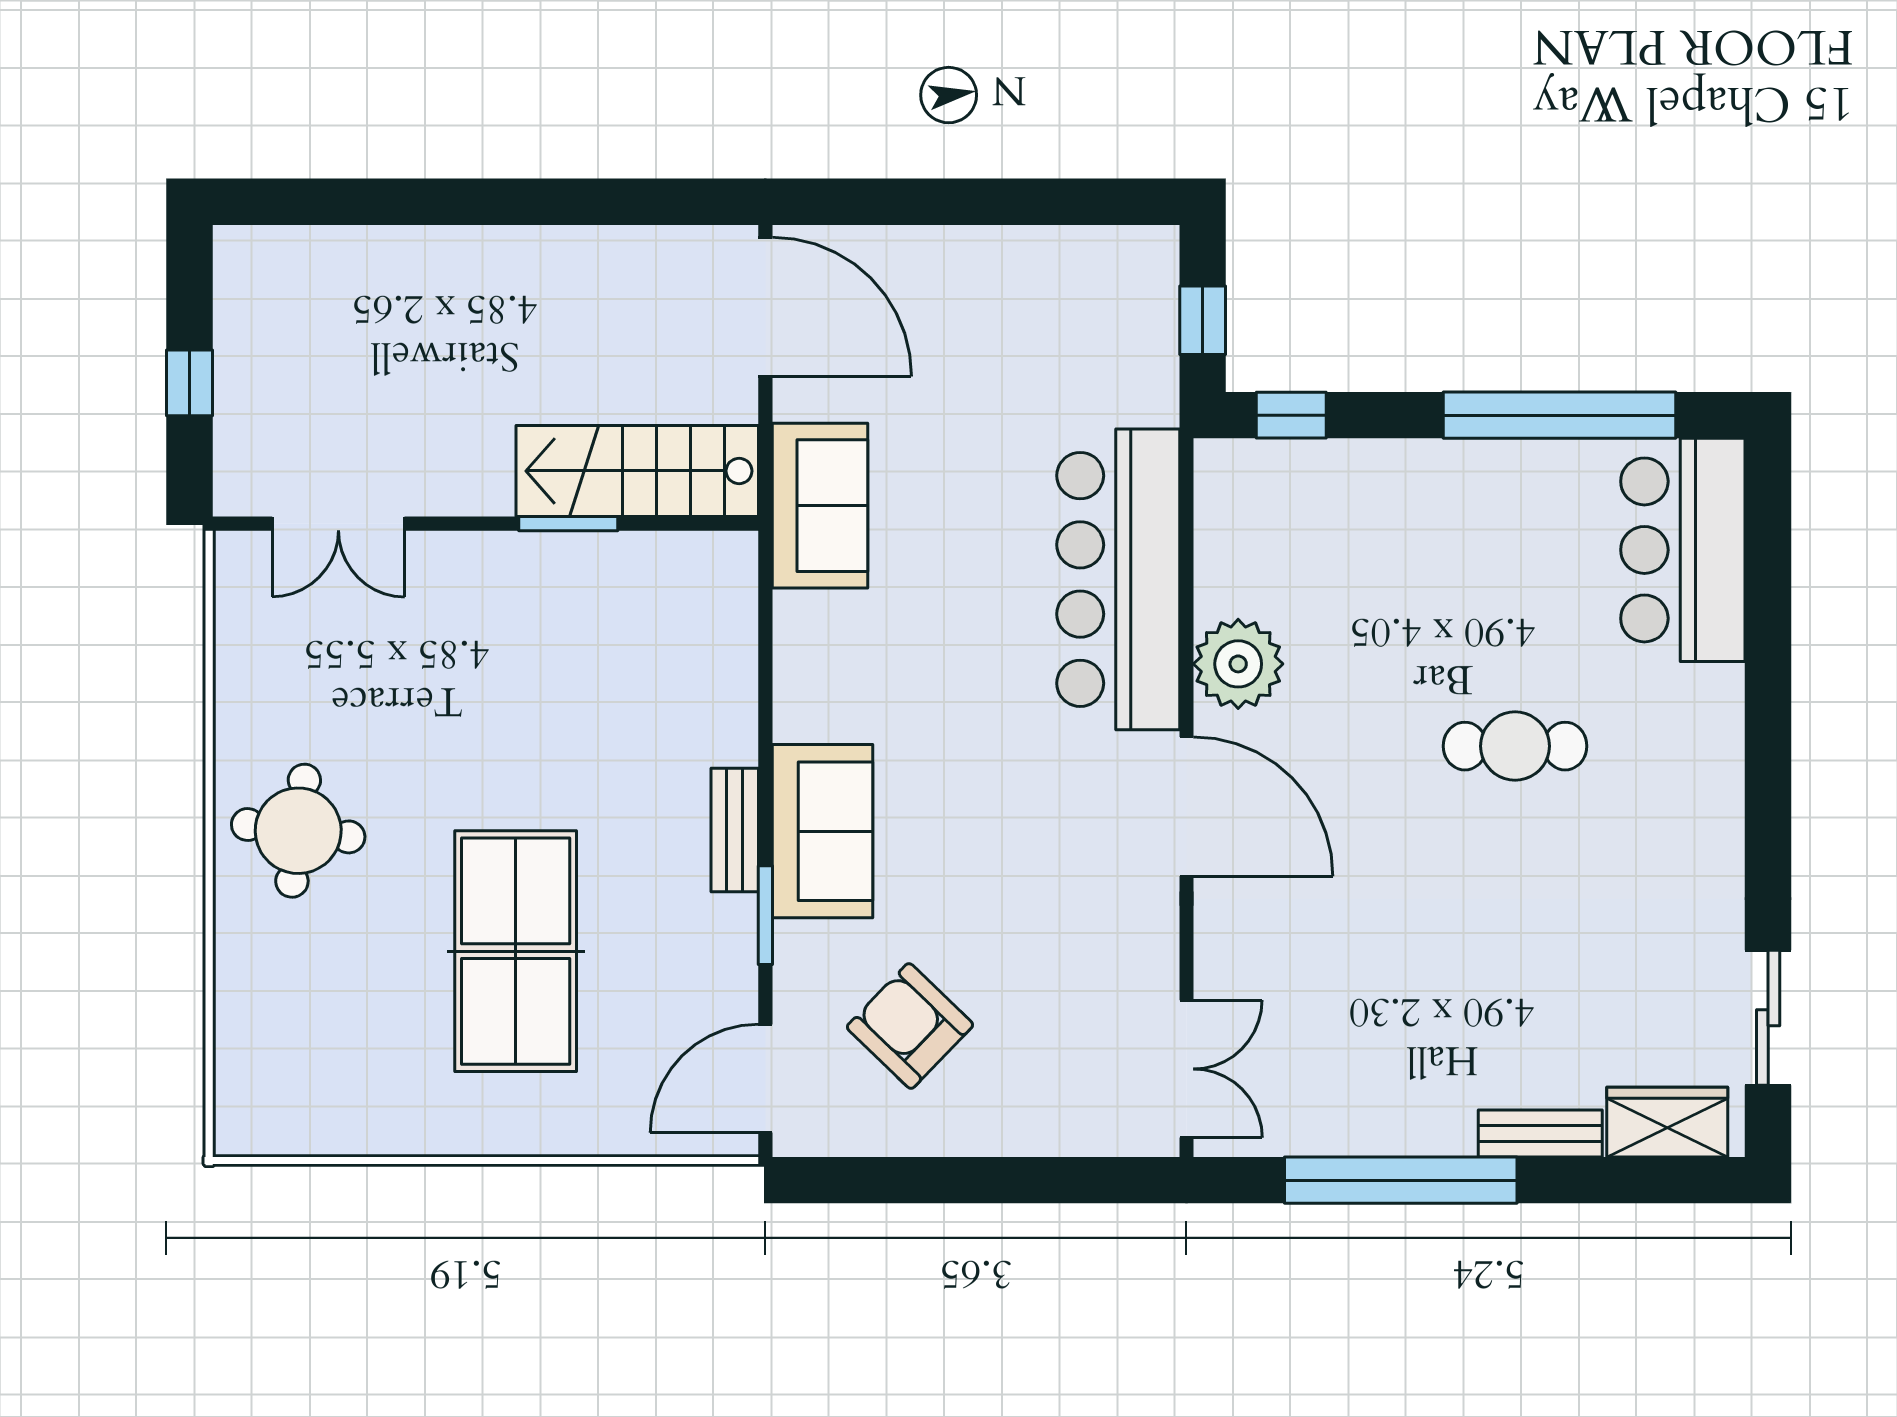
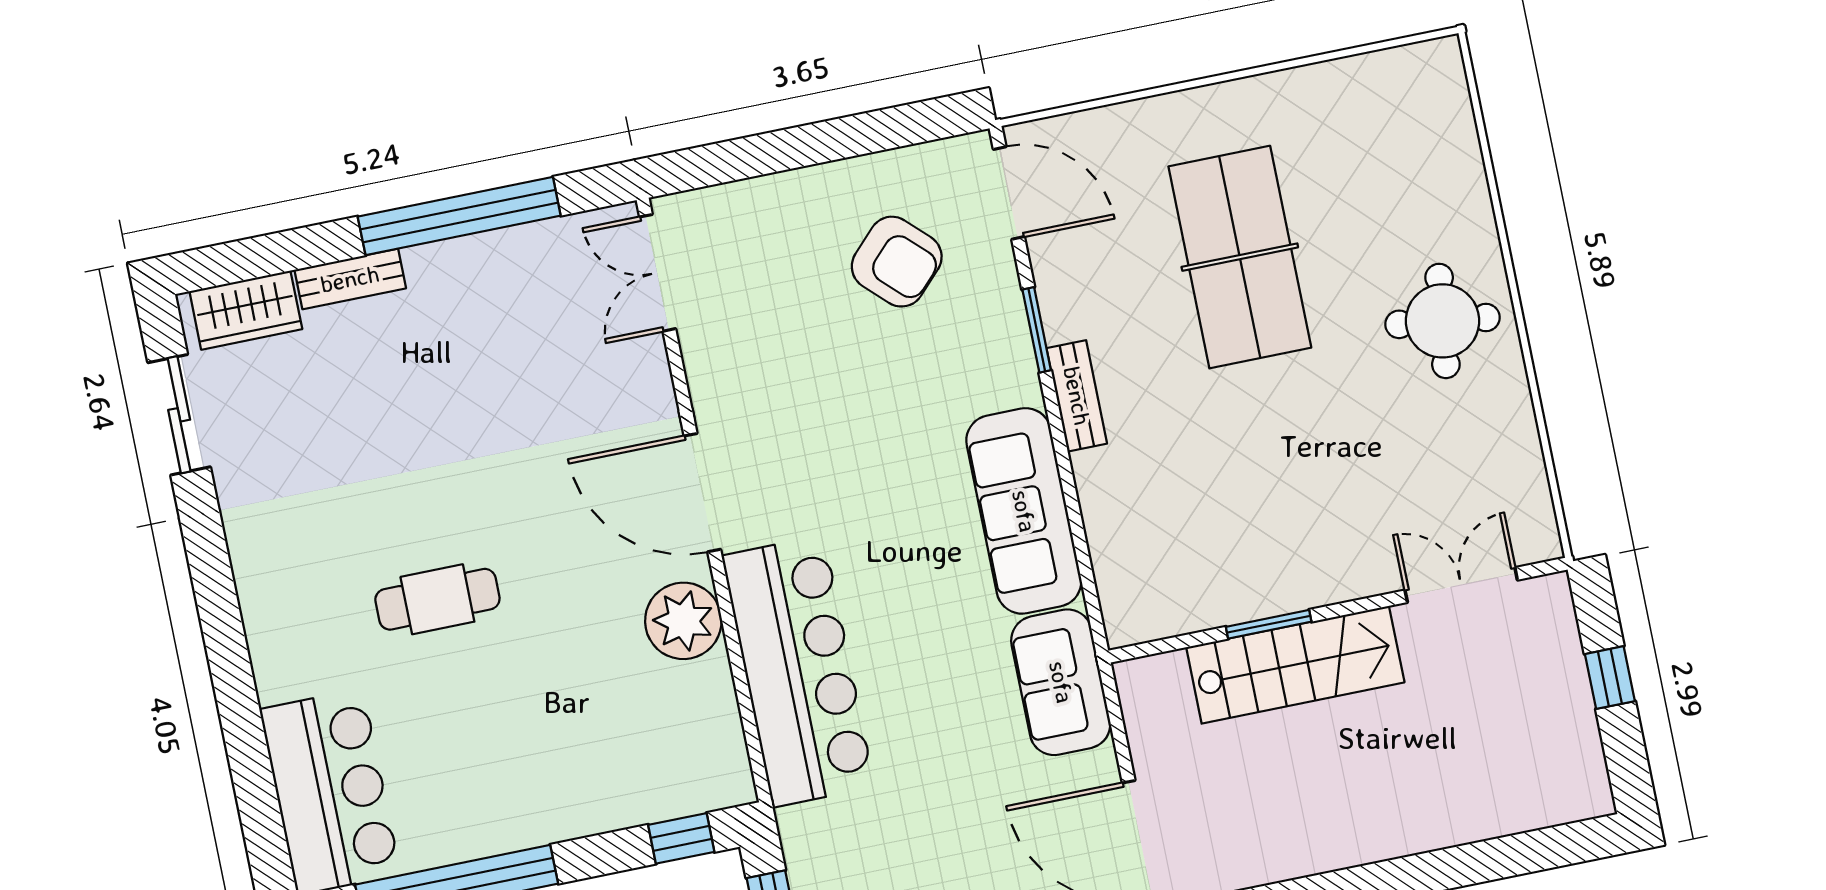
stairs: (637, 471) -> (1295, 665), moved
sofa: (822, 831) -> (1024, 511), moved, width x1.36
door: (765, 1078) -> (1009, 193), hinge flipped

